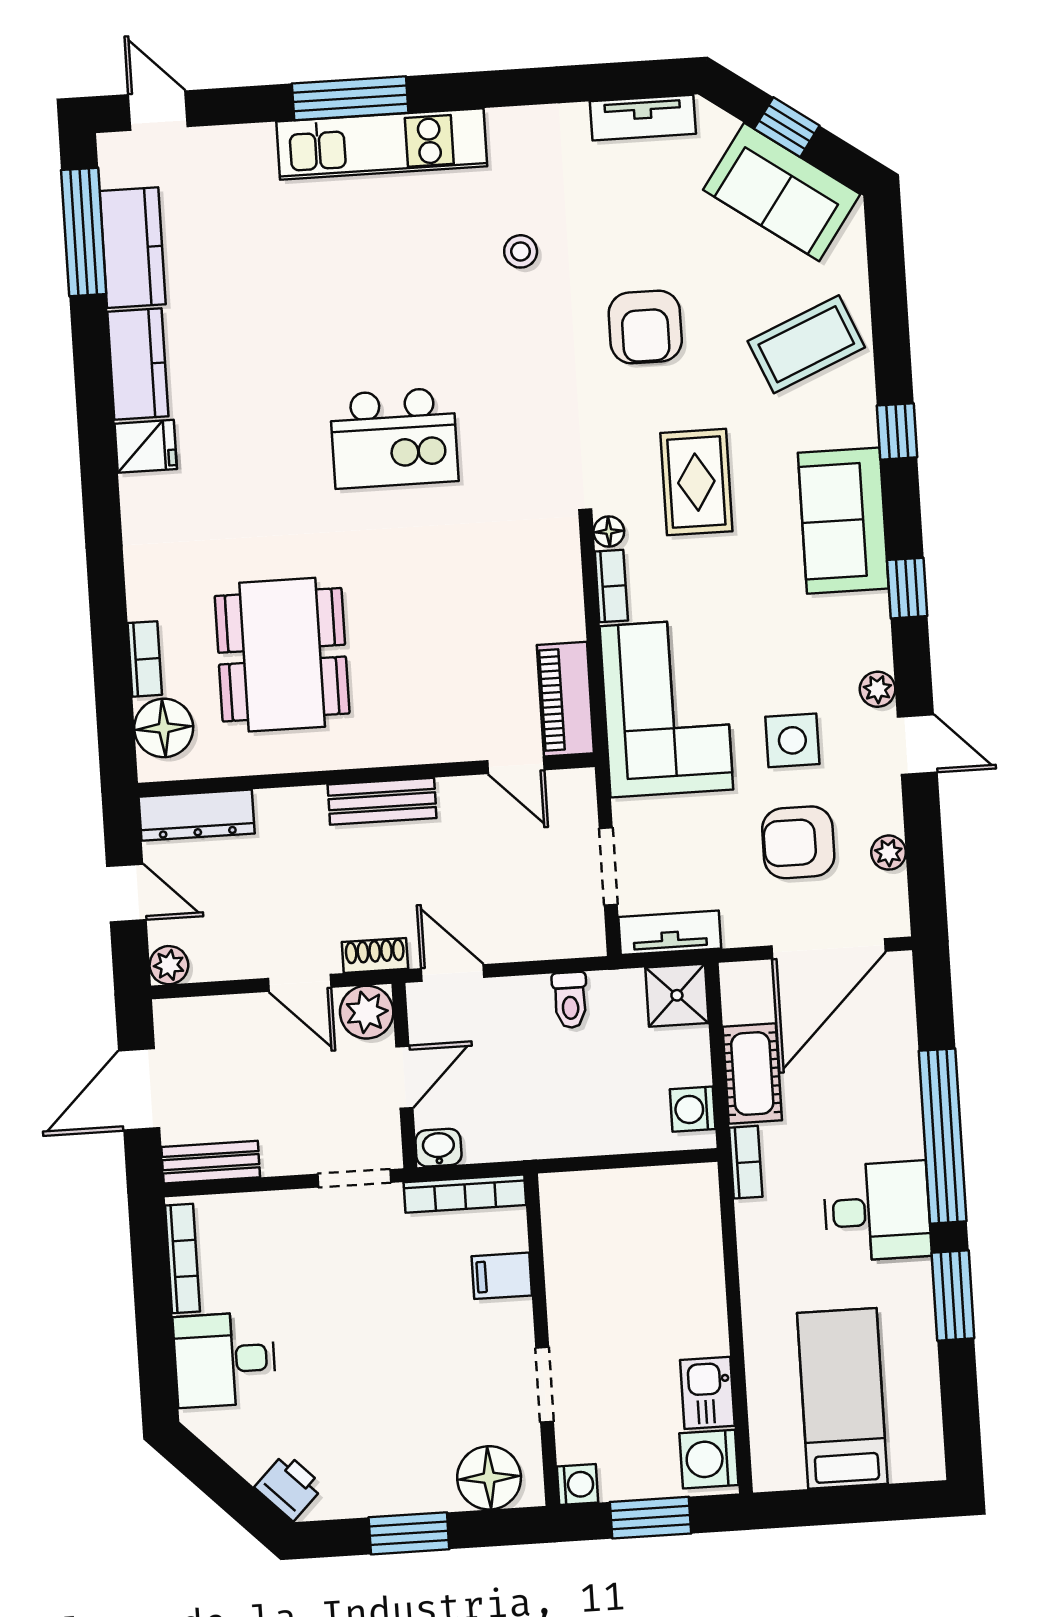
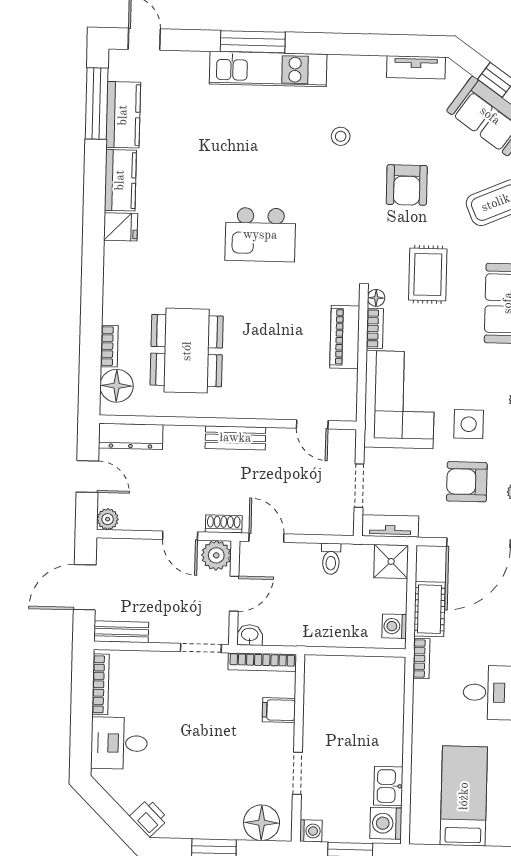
piano: (565, 699) -> (345, 337), moved

